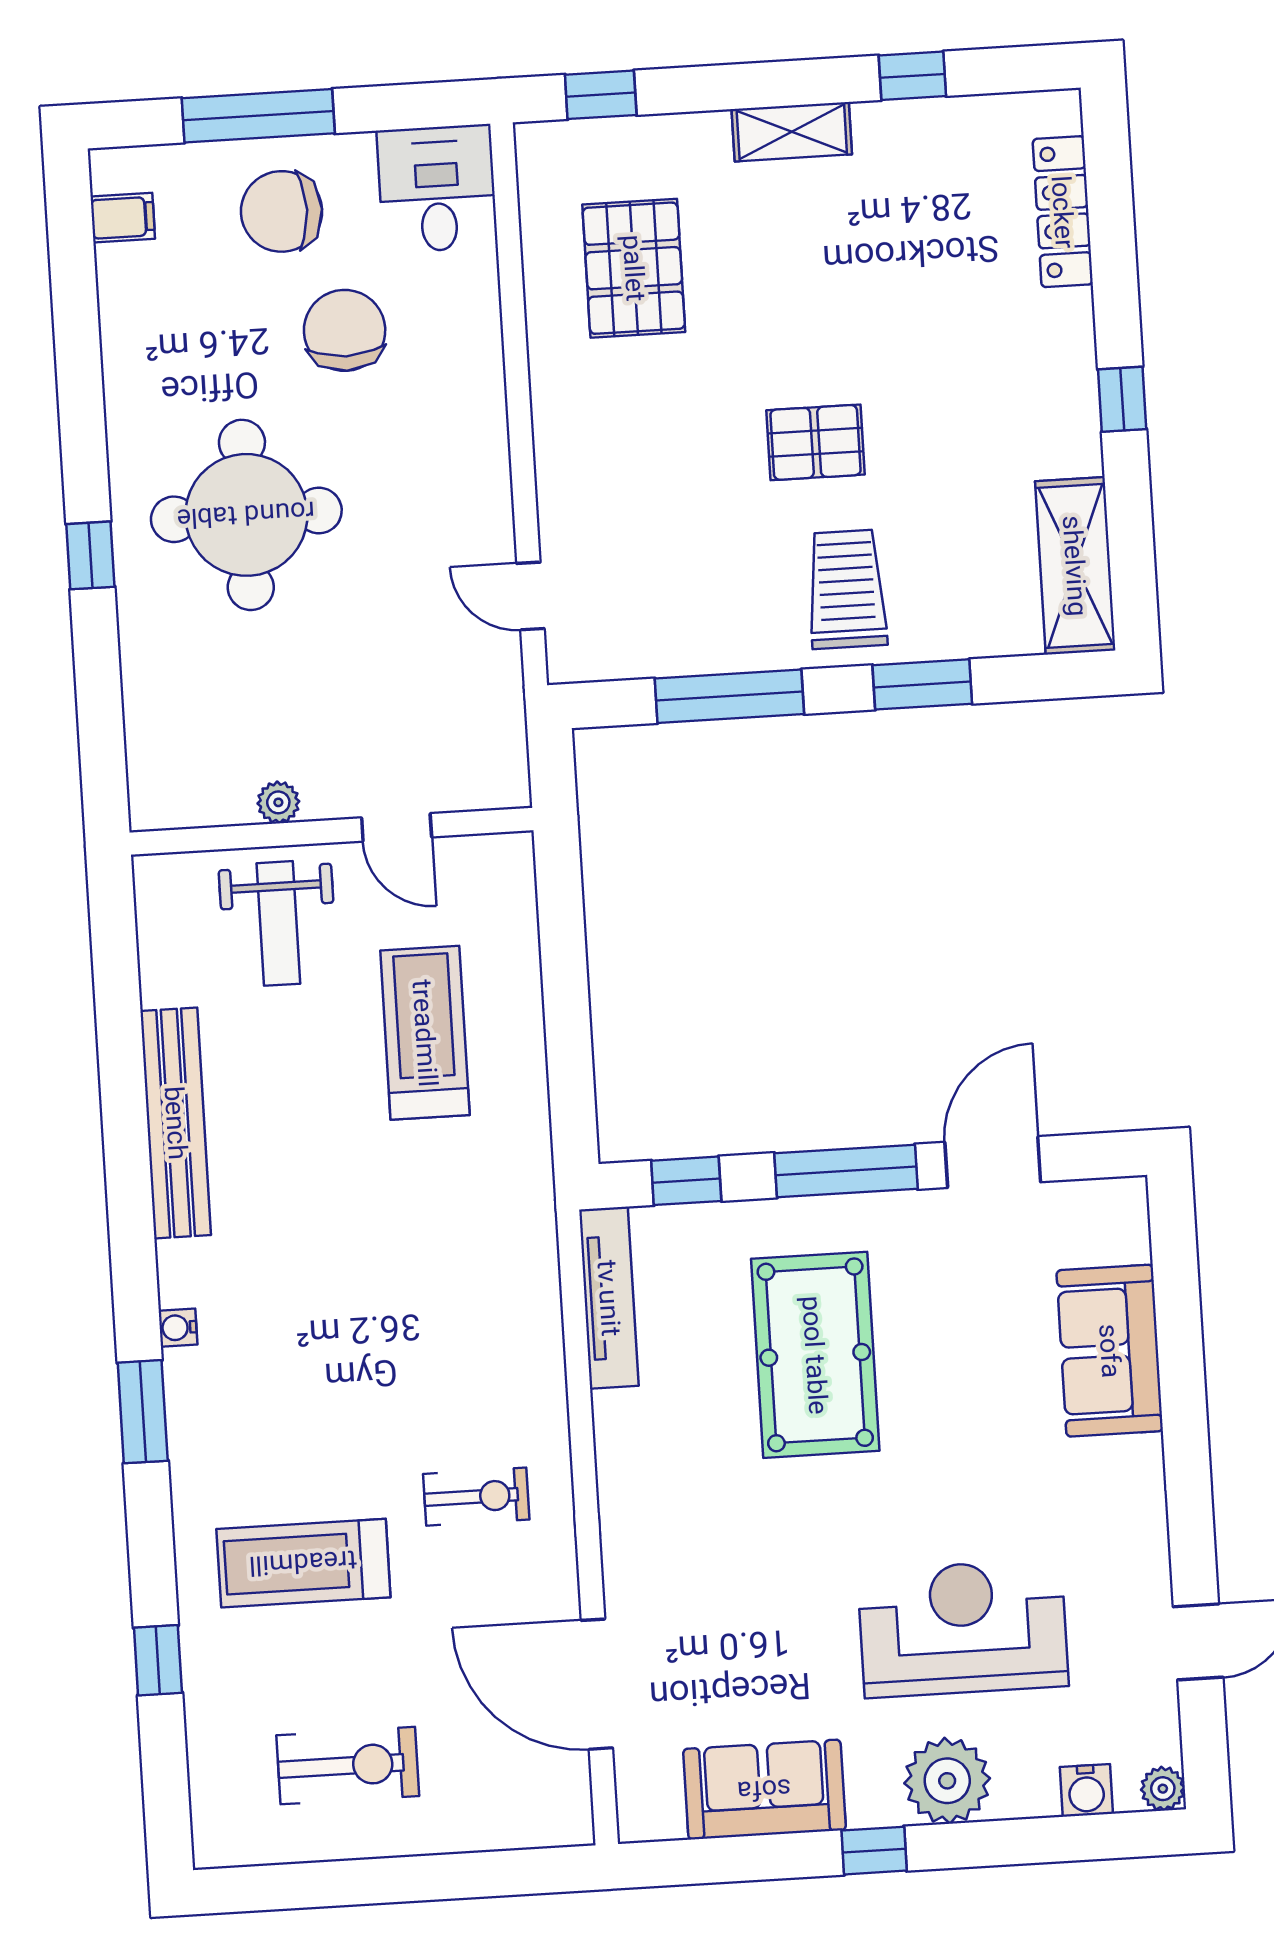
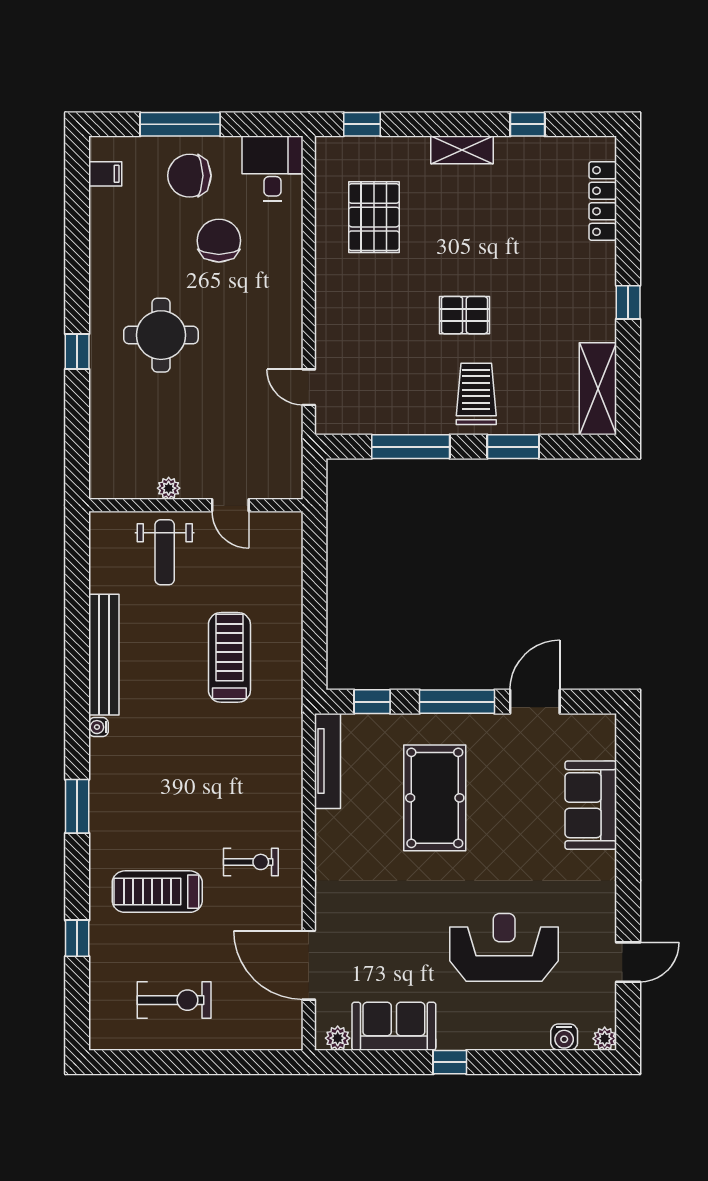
round table: (246, 515) -> (161, 335), width x0.73, depth x0.73
treadmill: (425, 1033) -> (229, 657), moved
water cooler: (178, 1328) -> (99, 727), moved
plant: (947, 1781) -> (338, 1038), moved, width x0.53, depth x0.53

